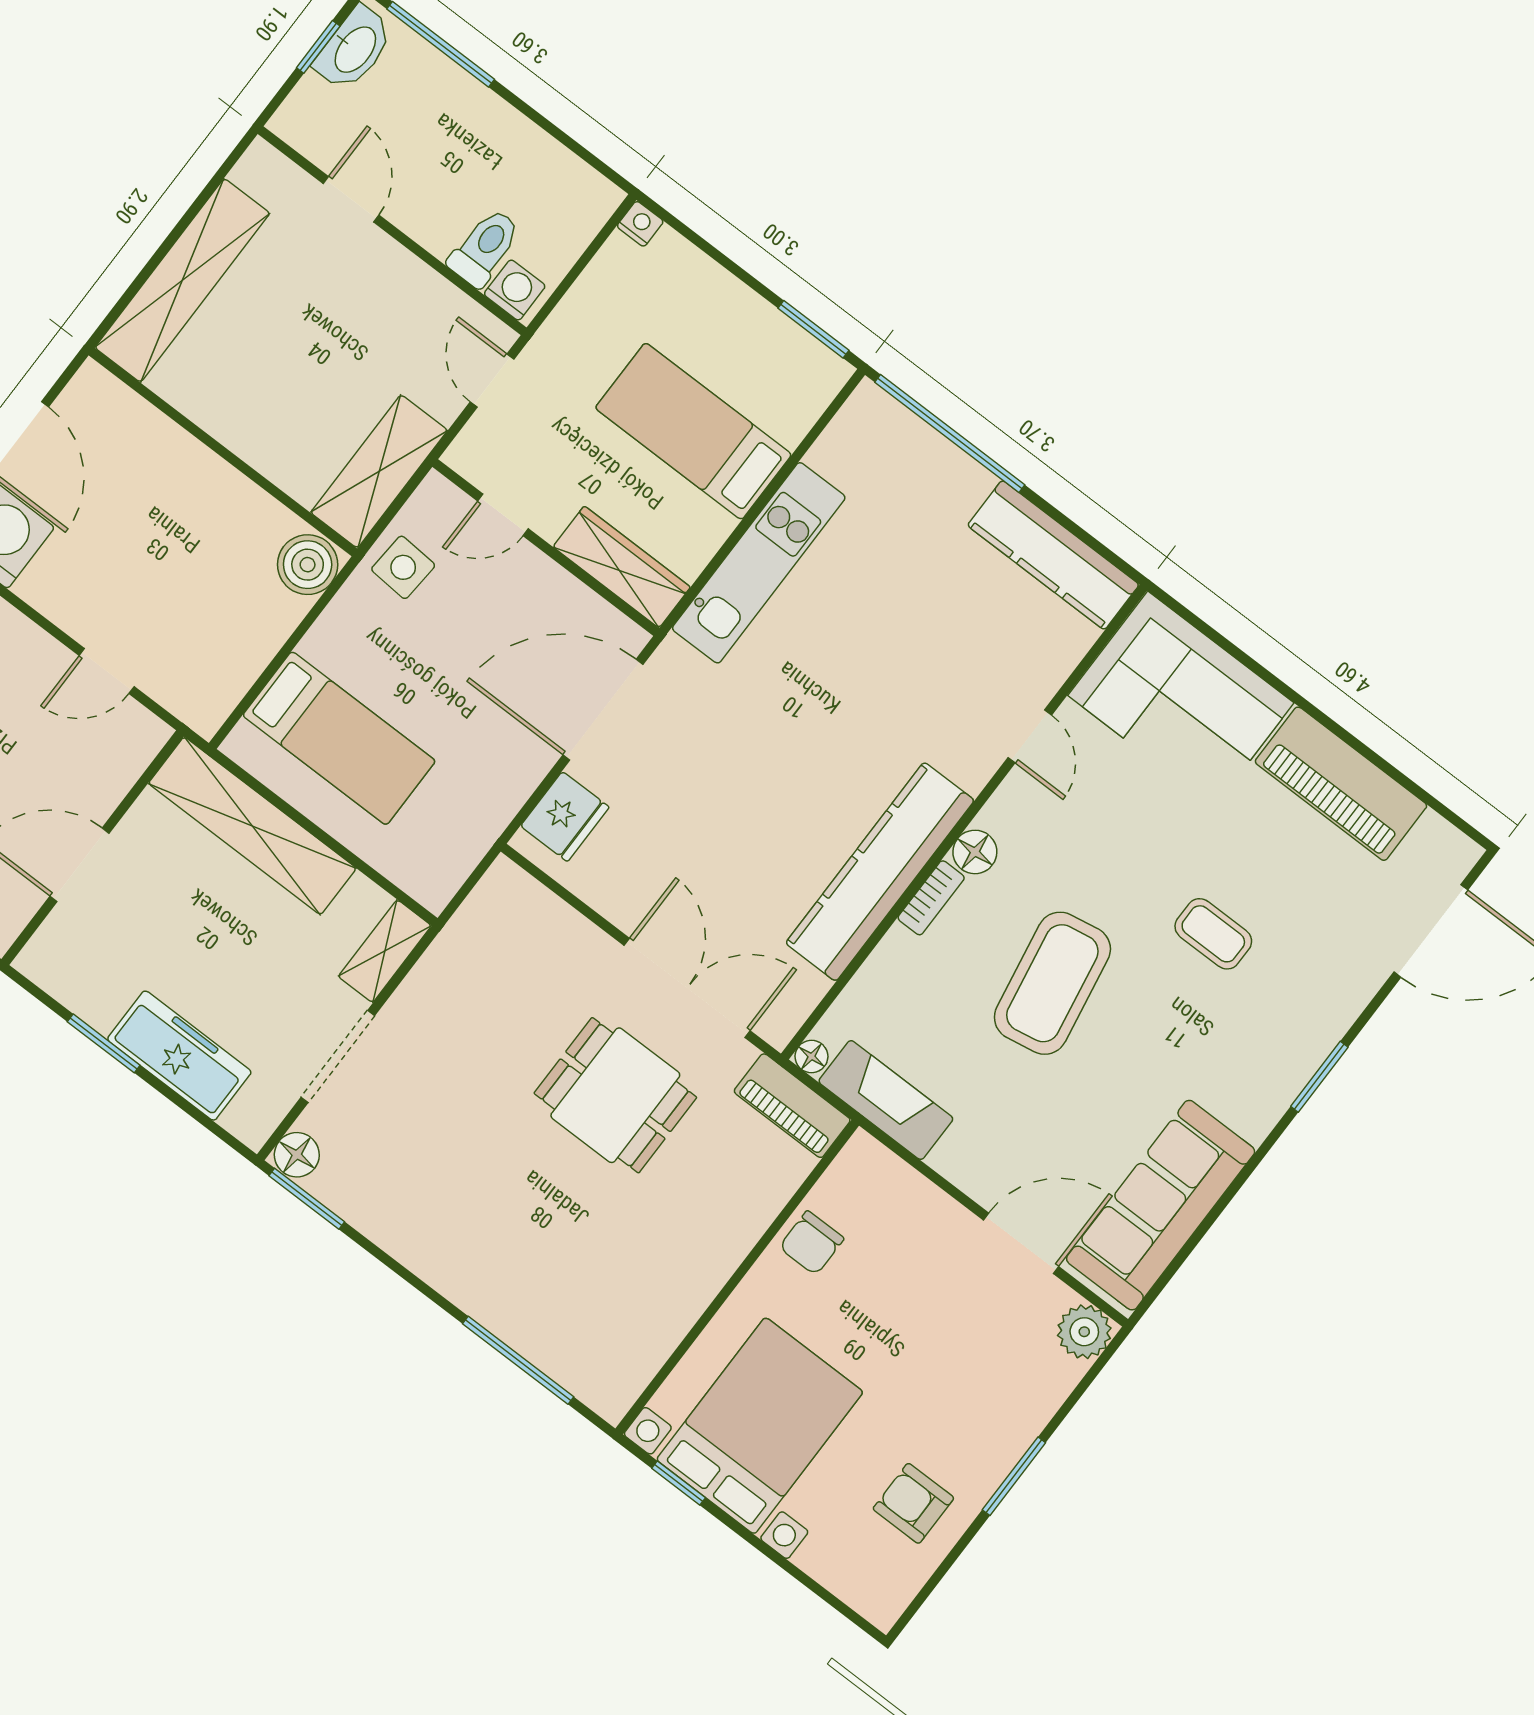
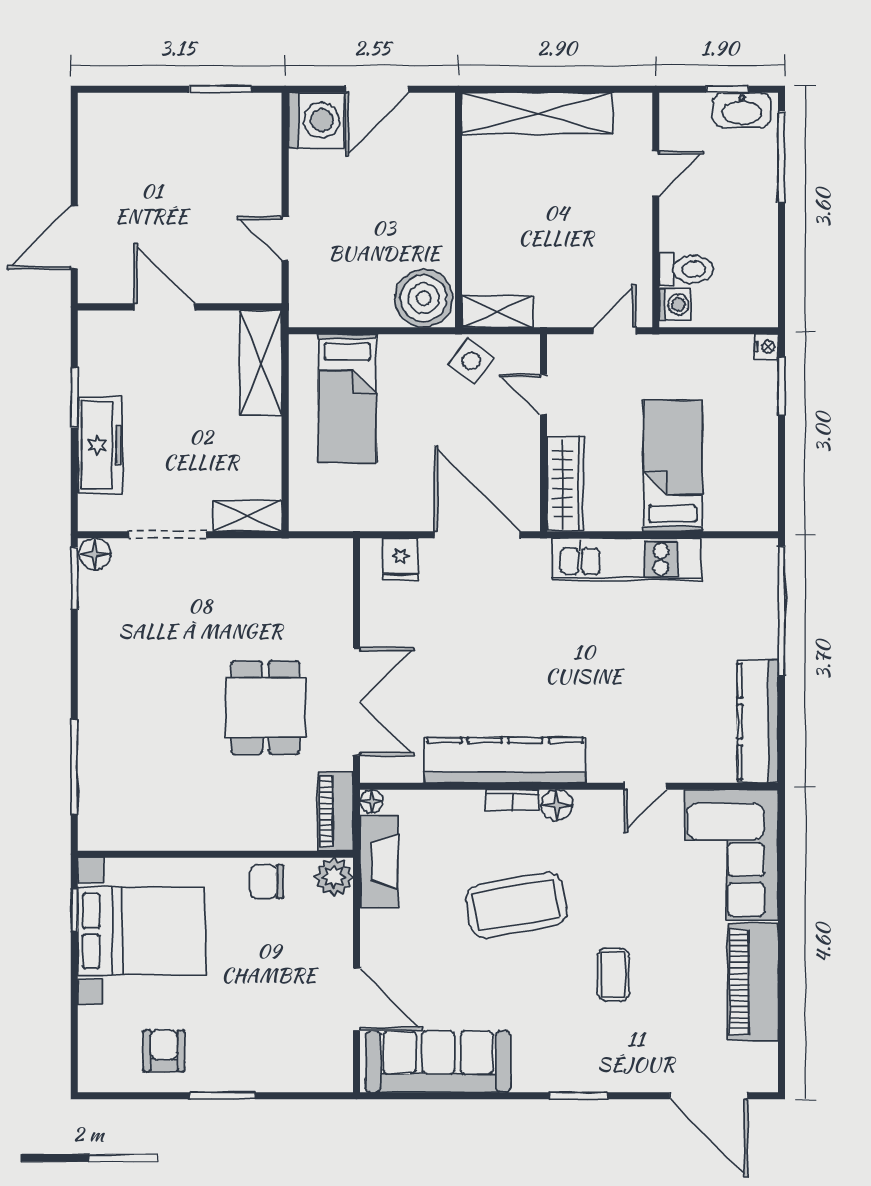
window: (813, 329) -> (782, 386), moved
shelving: (379, 471) -> (497, 311), width x0.67, depth x0.75
boiler: (308, 565) -> (424, 298), width x1.37, depth x1.37
side table: (403, 567) -> (471, 361), turned 34
fridge: (565, 816) -> (400, 559), width x0.72
shelving: (252, 826) -> (261, 363), width x0.68
plant: (1084, 1332) -> (334, 877), moved

